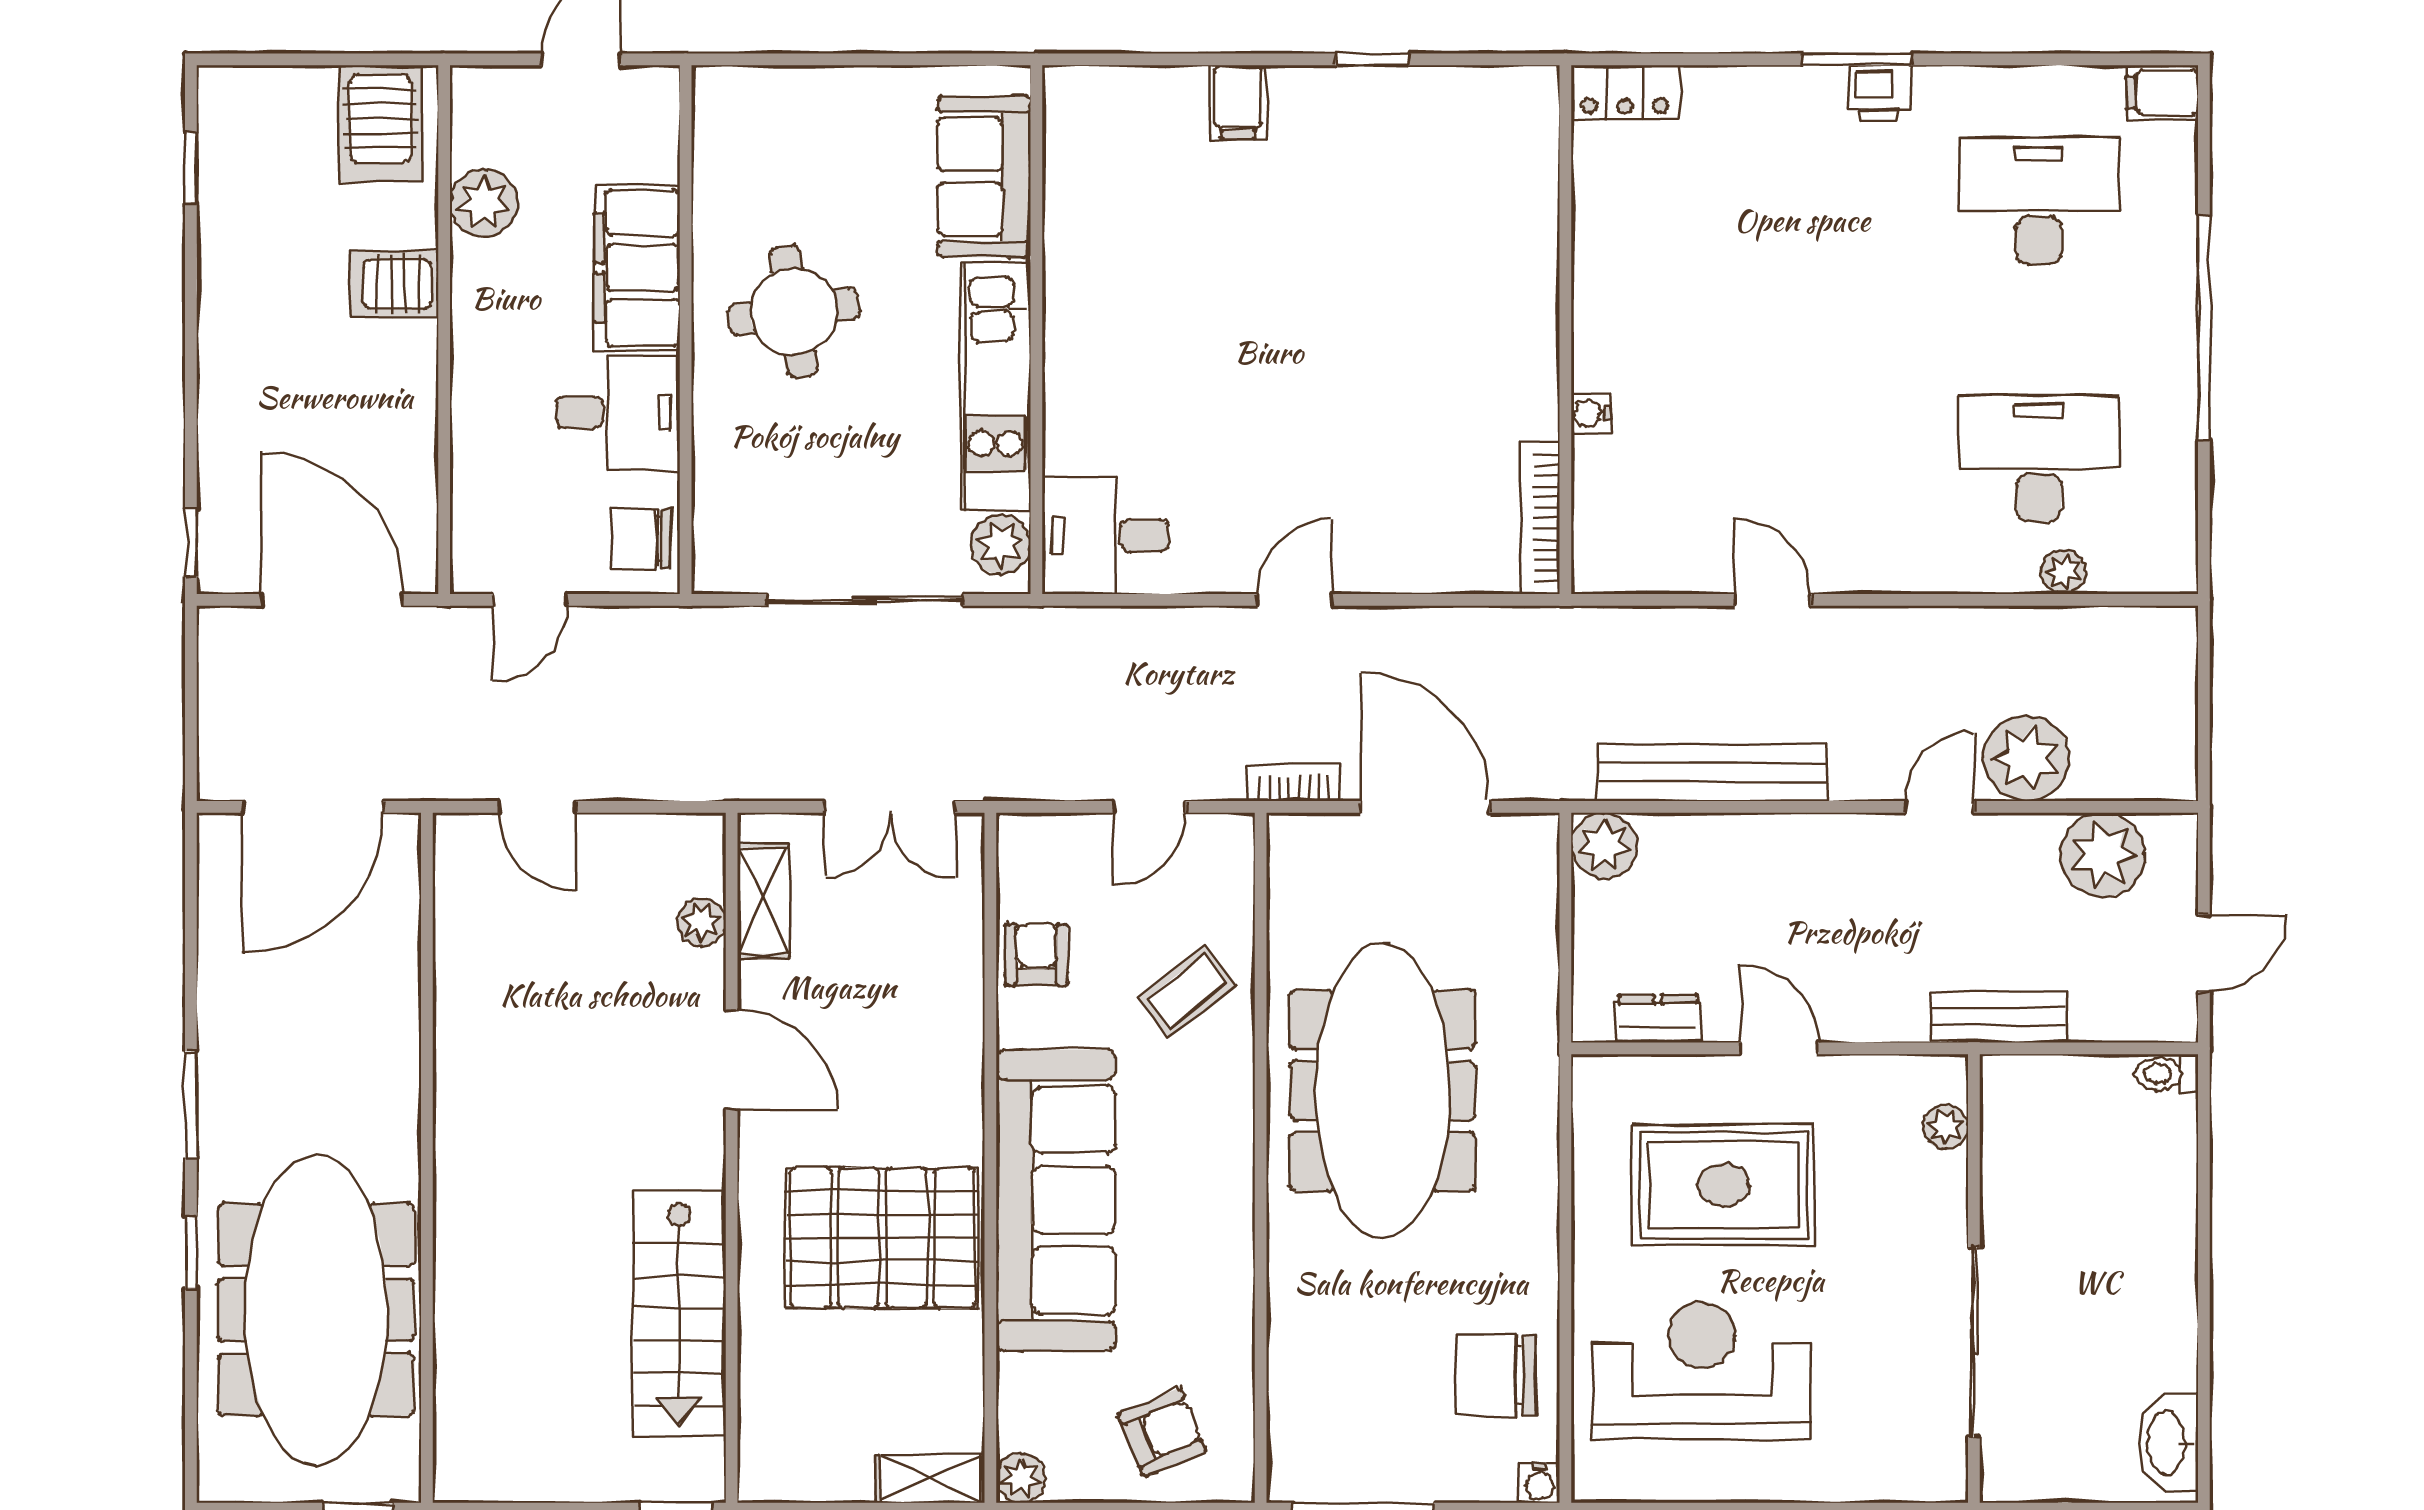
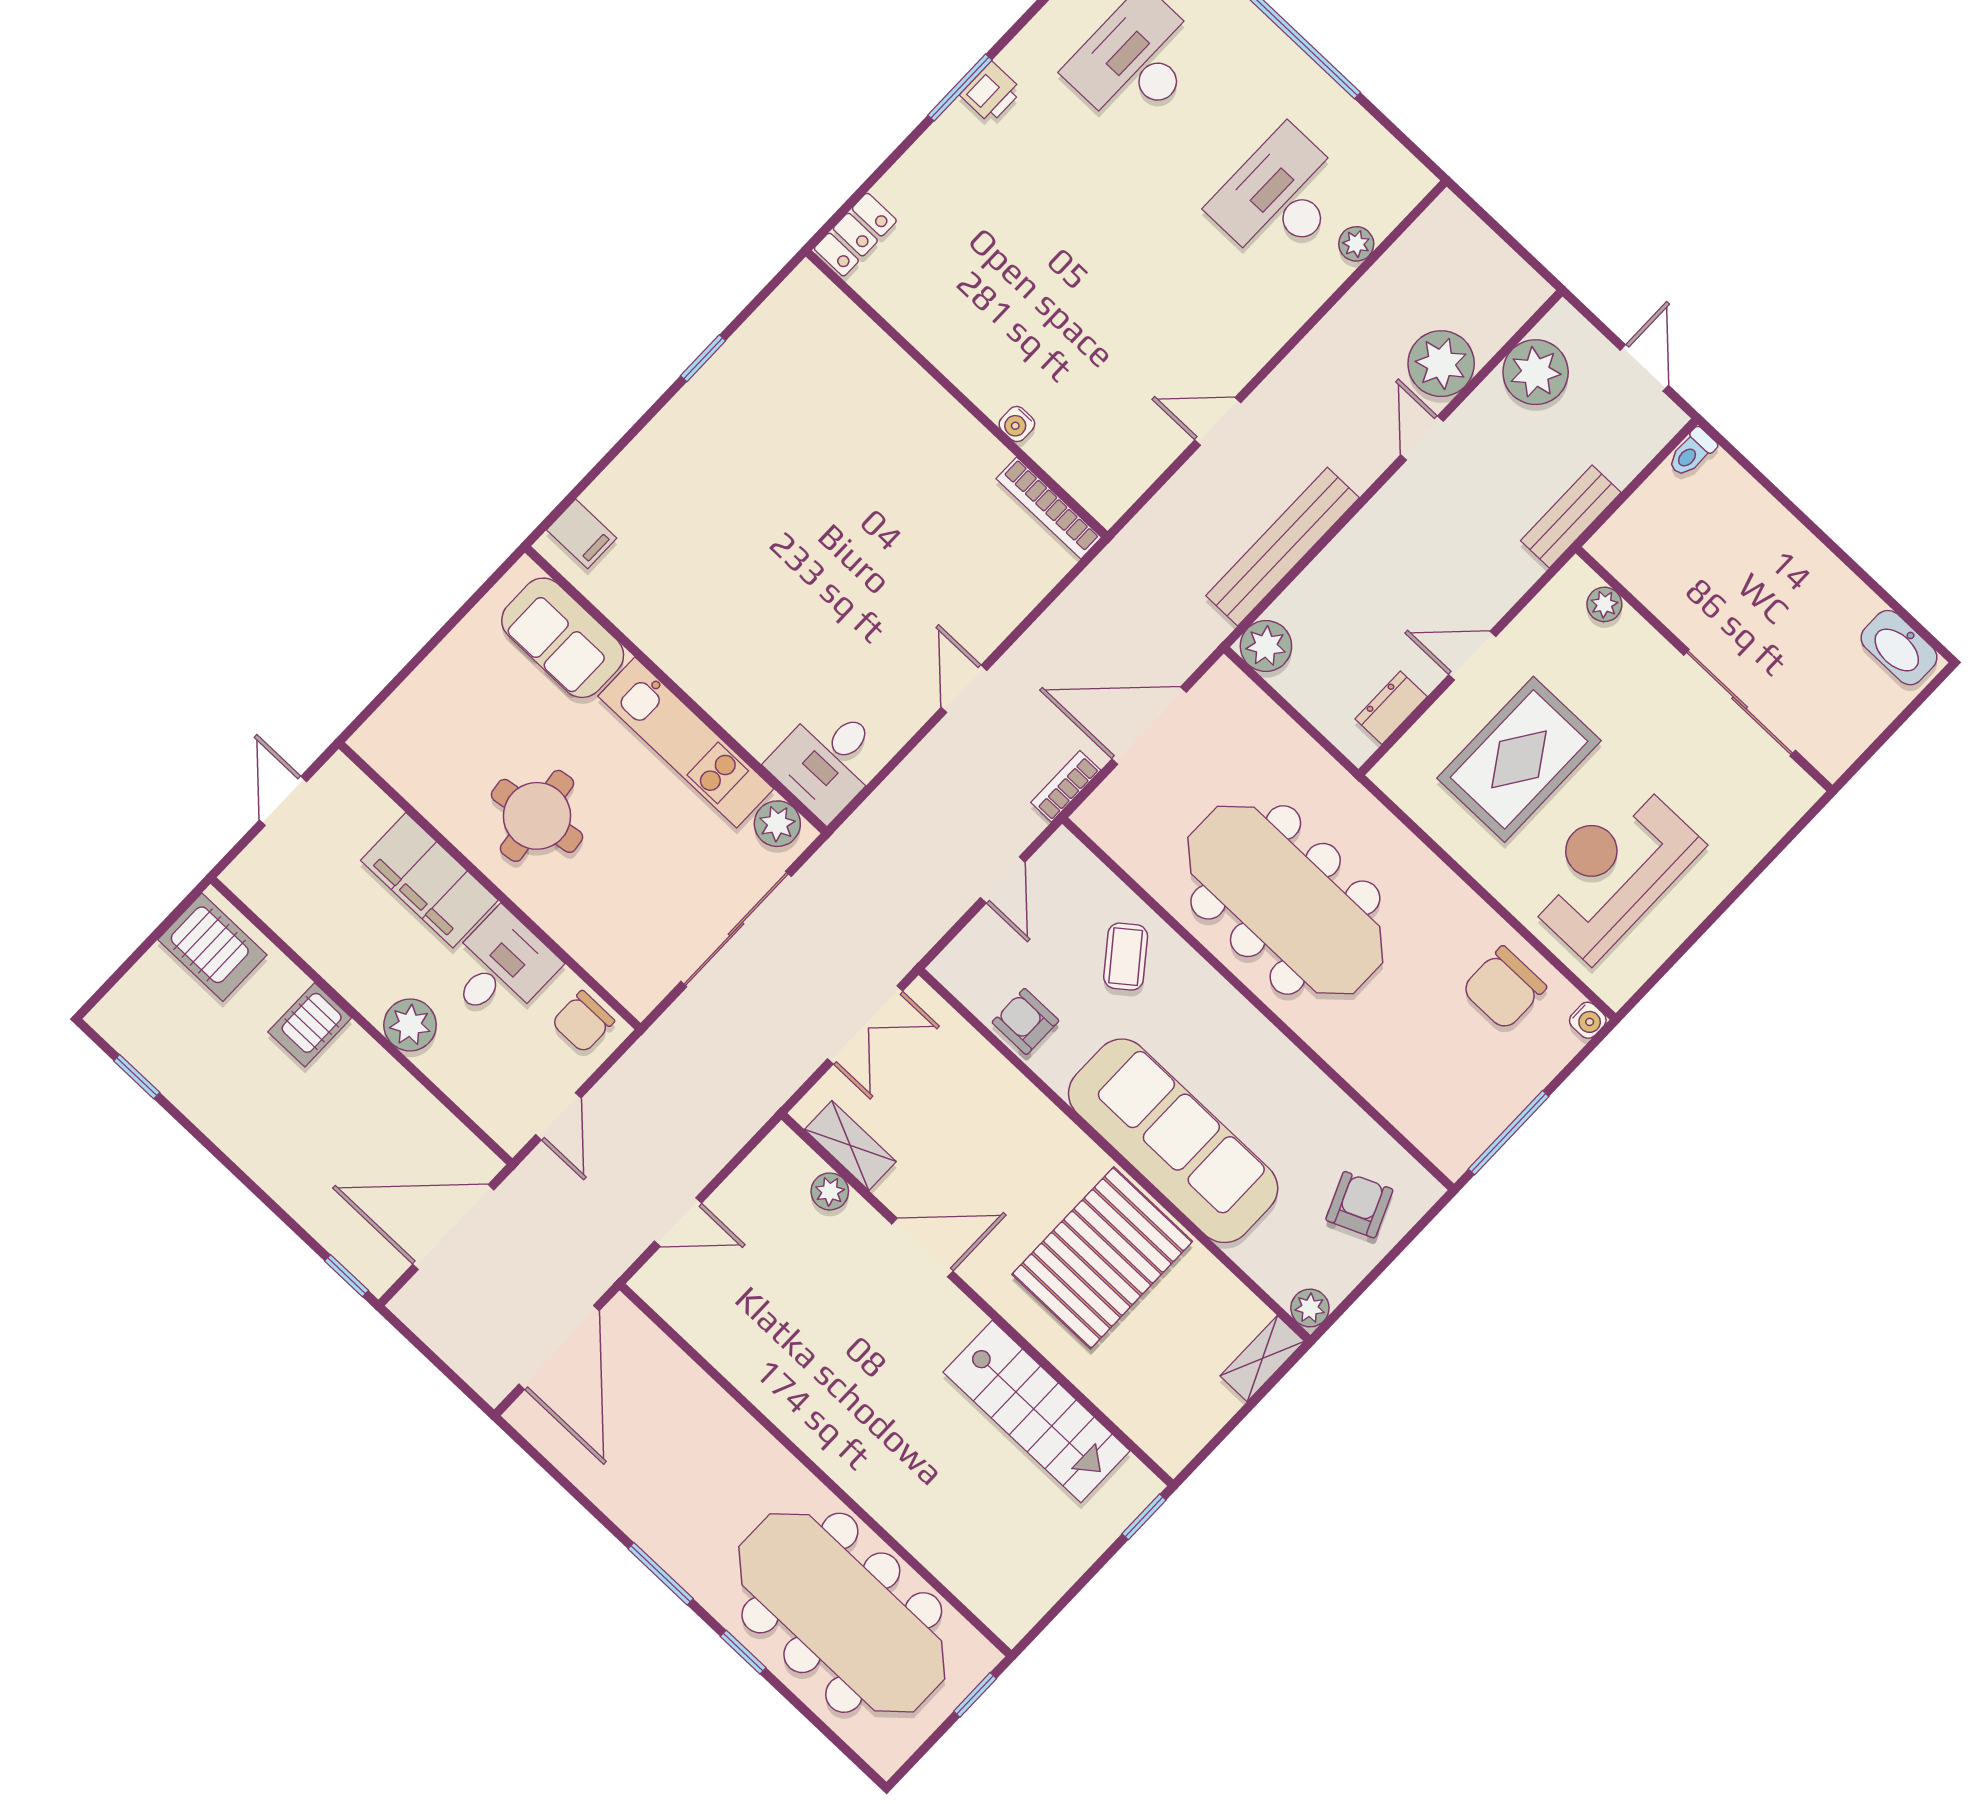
filing cabinet: (1238, 102) -> (582, 534), moved
plant: (484, 203) -> (410, 1025), moved

